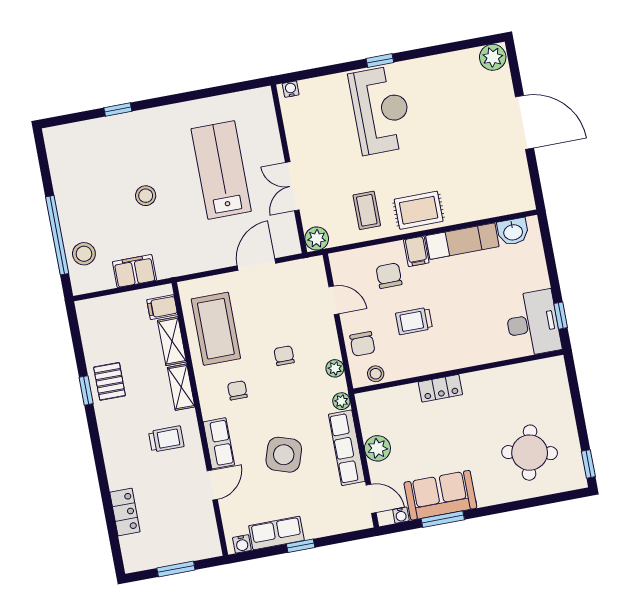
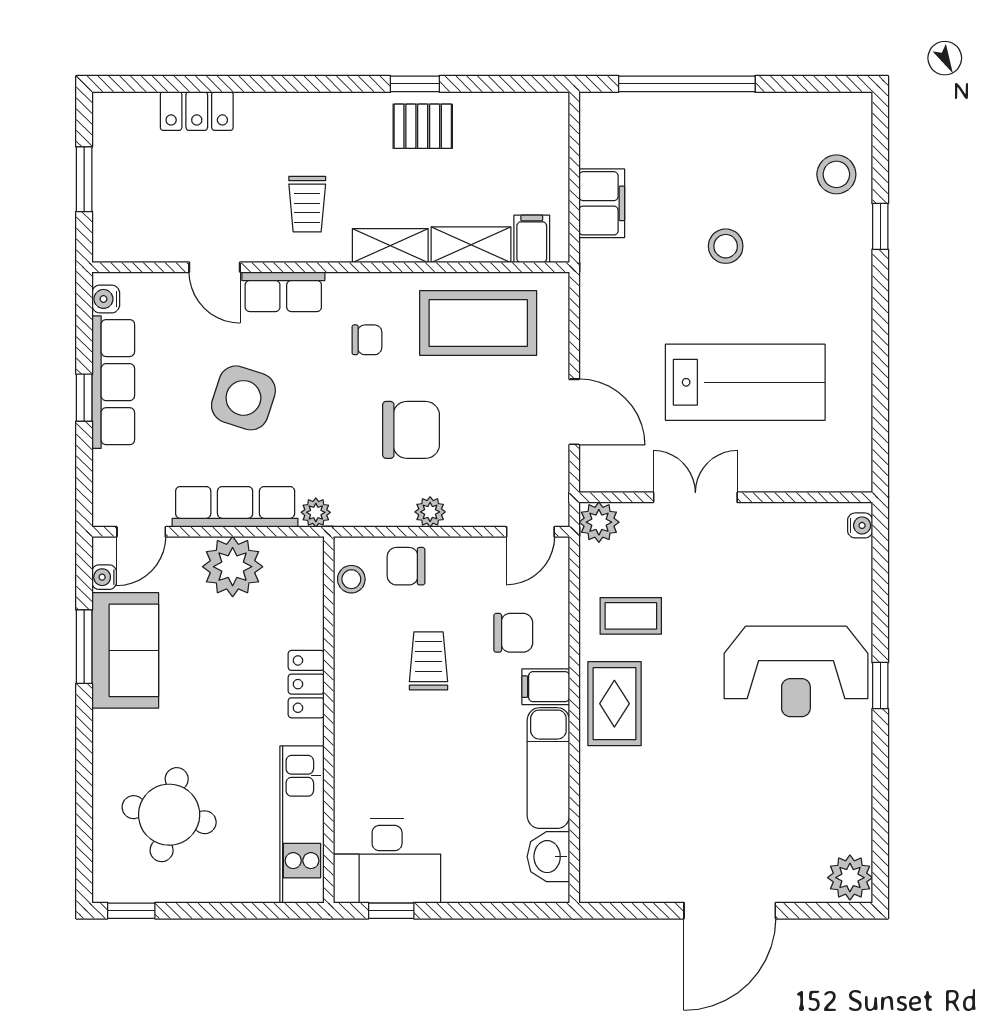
stool: (84, 254) -> (836, 174), moved
door: (334, 300) -> (530, 532), moved
chair: (284, 356) -> (411, 430), width x1.87, depth x1.87
plant: (335, 368) -> (430, 512), moved
kitchen unit: (521, 376) -> (302, 824), added
plant: (377, 448) -> (233, 567), width x1.36, depth x1.36
row of seats: (276, 533) -> (113, 382), width x1.48

